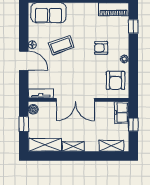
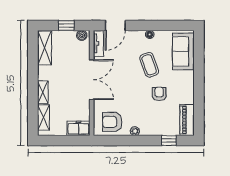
armchair: (101, 48) -> (159, 94), moved
door: (24, 61) -> (115, 25), moved
double door: (75, 100) -> (92, 80), swing flipped
window: (133, 125) -> (66, 141), removed
shelving: (73, 146) -> (43, 92), moved

